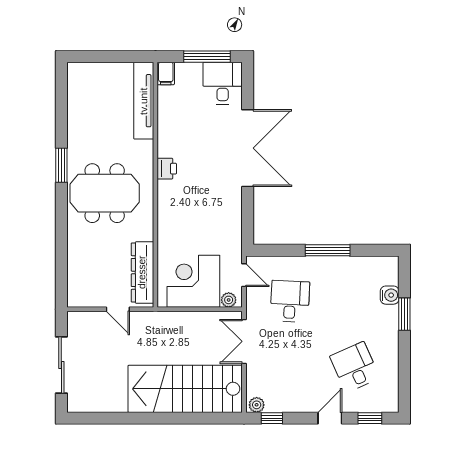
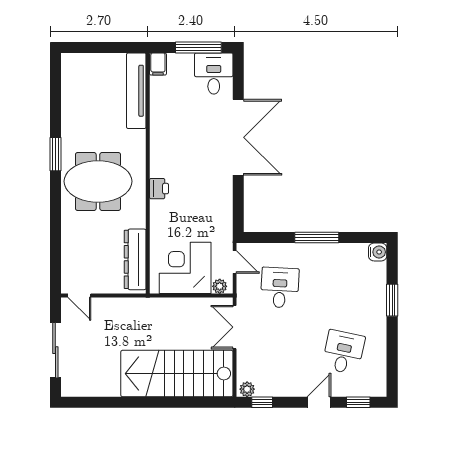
printer: (167, 169) -> (159, 189), moved
water cooler: (390, 295) -> (378, 252), moved
door: (118, 309) -> (79, 295), moved
desk: (355, 367) -> (343, 352), turned 36

